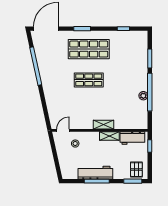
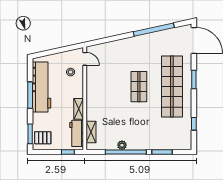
shop shelf: (89, 49) -> (172, 87), width x1.40
shelving: (103, 125) -> (91, 132), moved
workbench: (95, 173) -> (42, 87), width x1.36, depth x1.32

